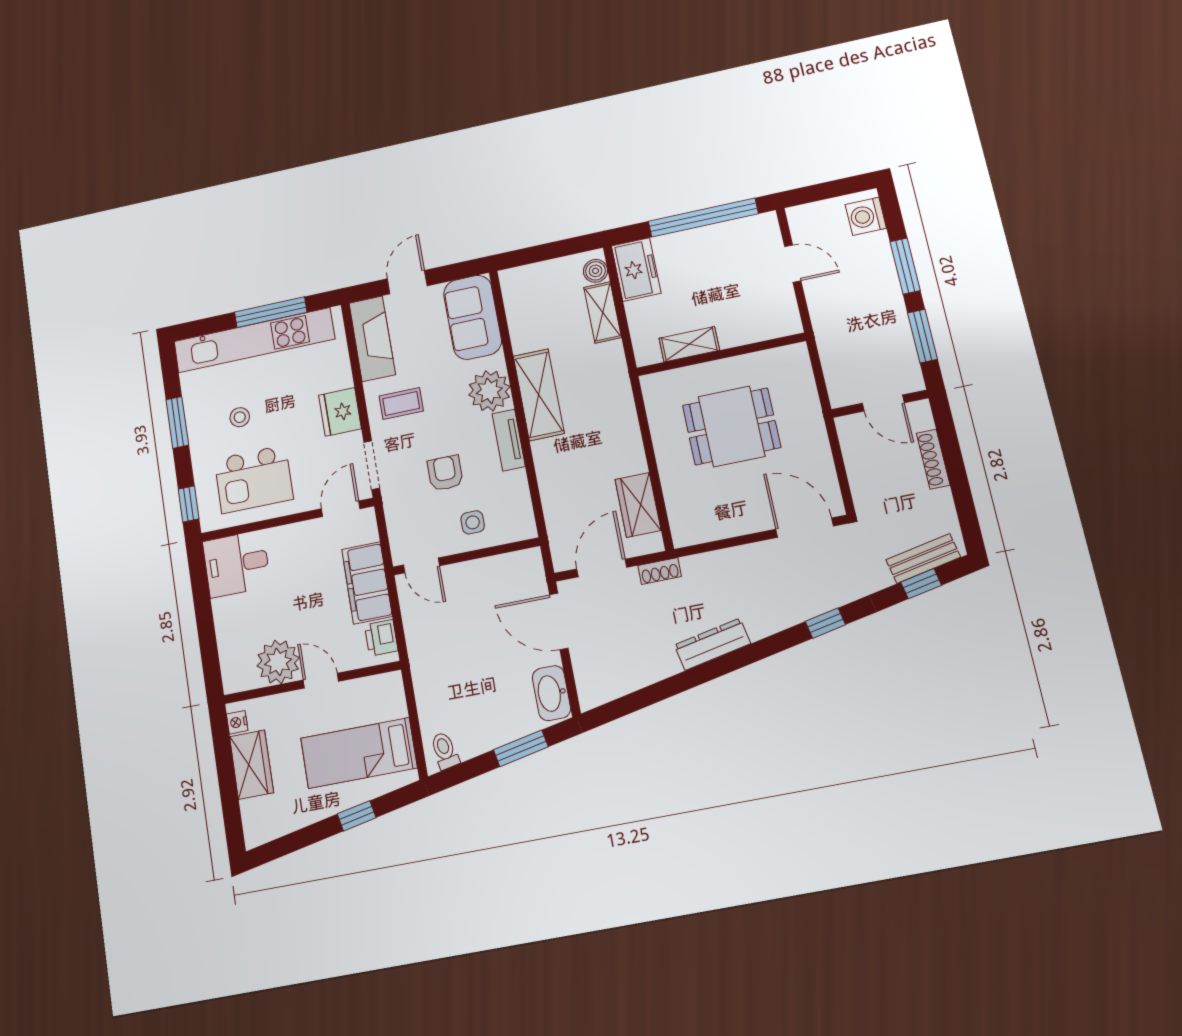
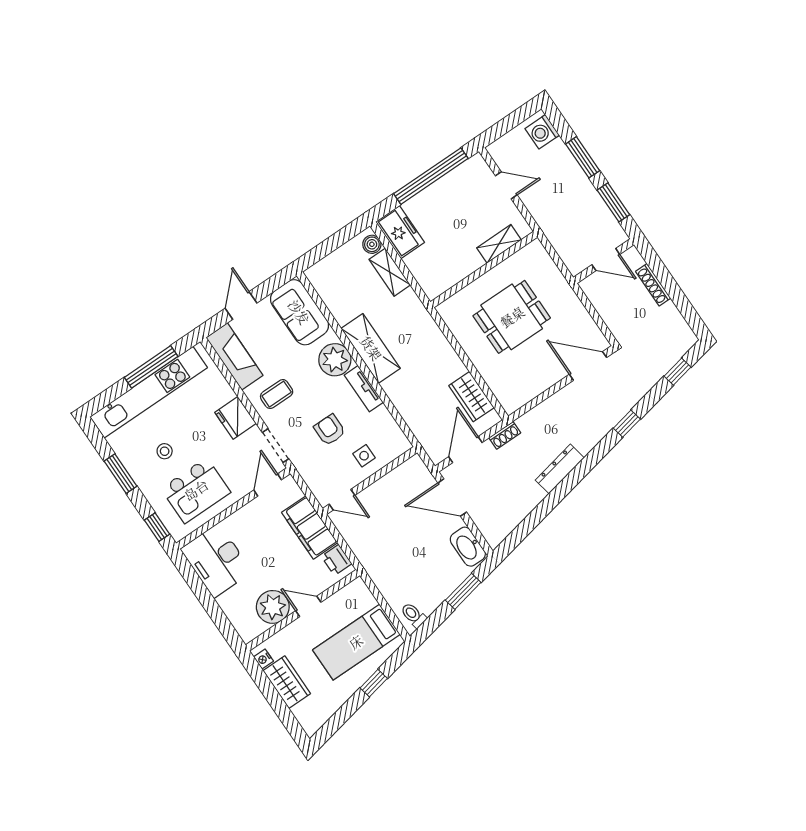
shelving: (689, 344) -> (499, 244), moved
bench: (923, 558) -> (672, 354), removed
desk: (237, 564) -> (216, 560), width x1.37

